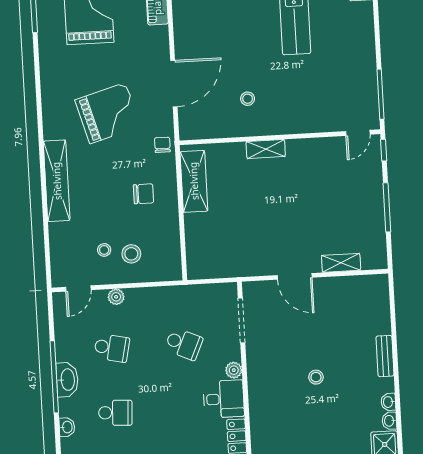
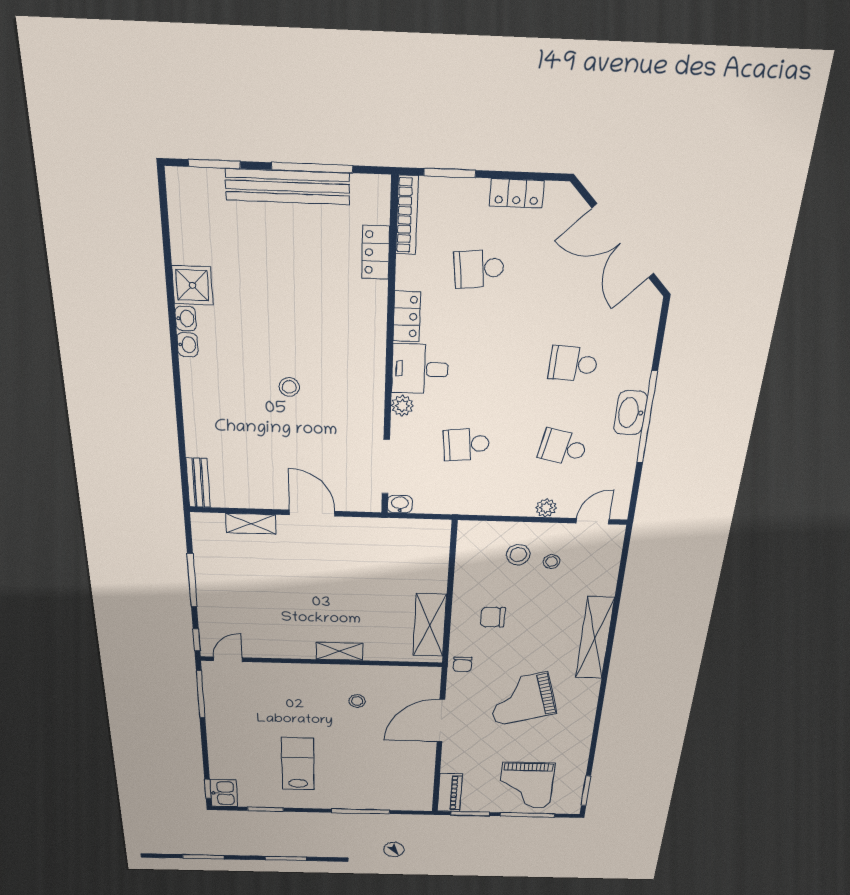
school desk: (184, 344) -> (466, 444), turned -30
bench: (385, 356) -> (198, 483), moved
washbasin: (67, 427) -> (400, 504), moved, turned 90

